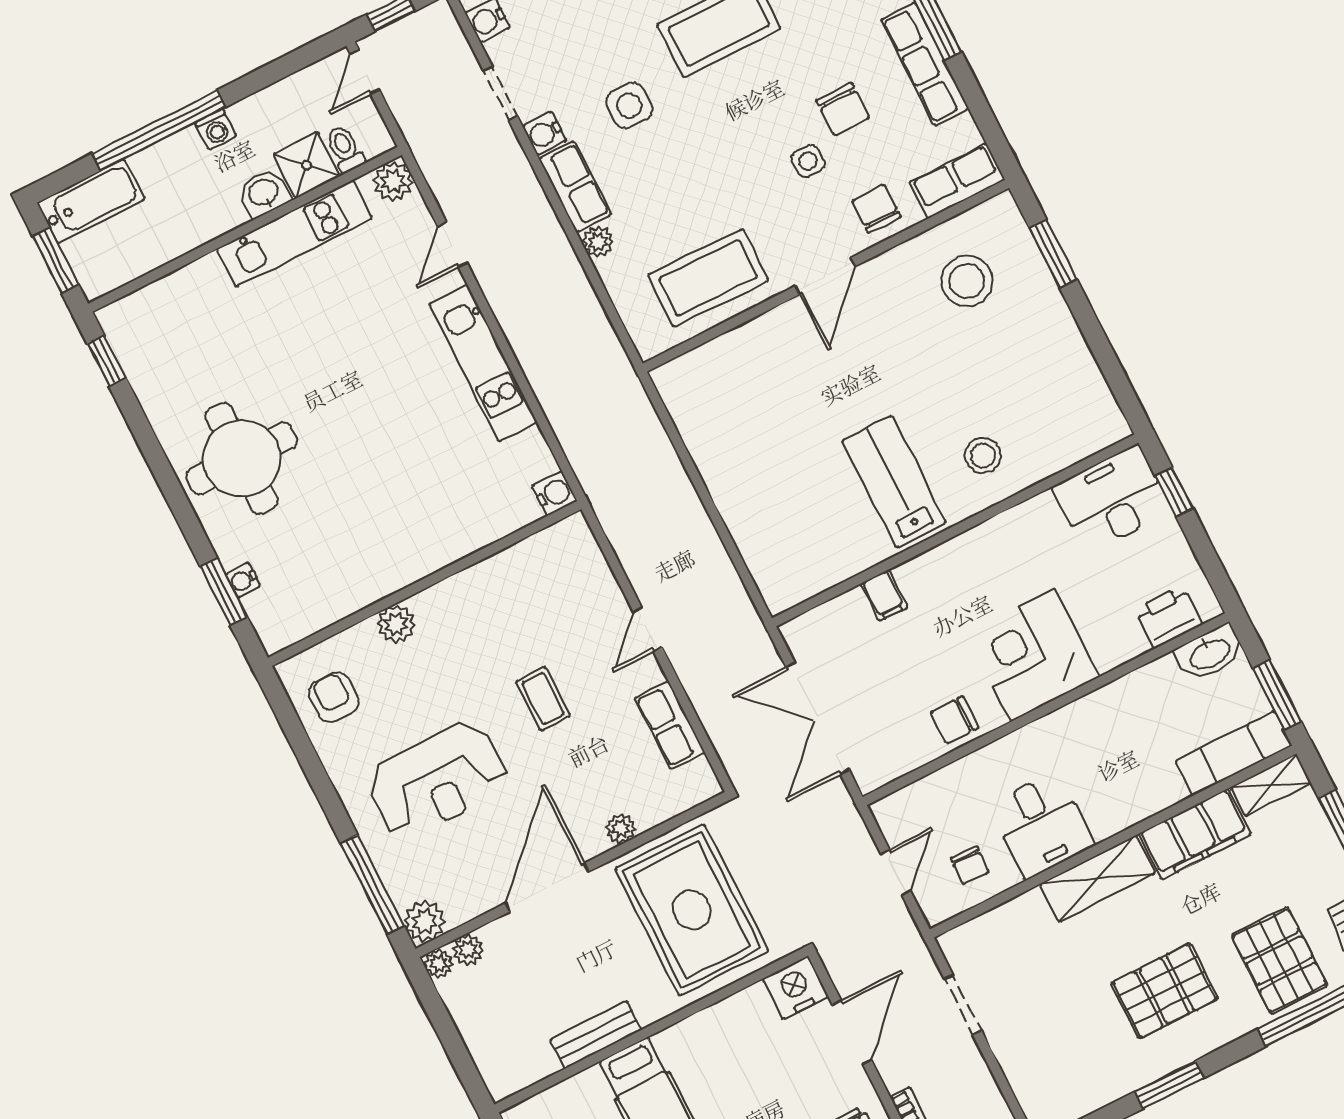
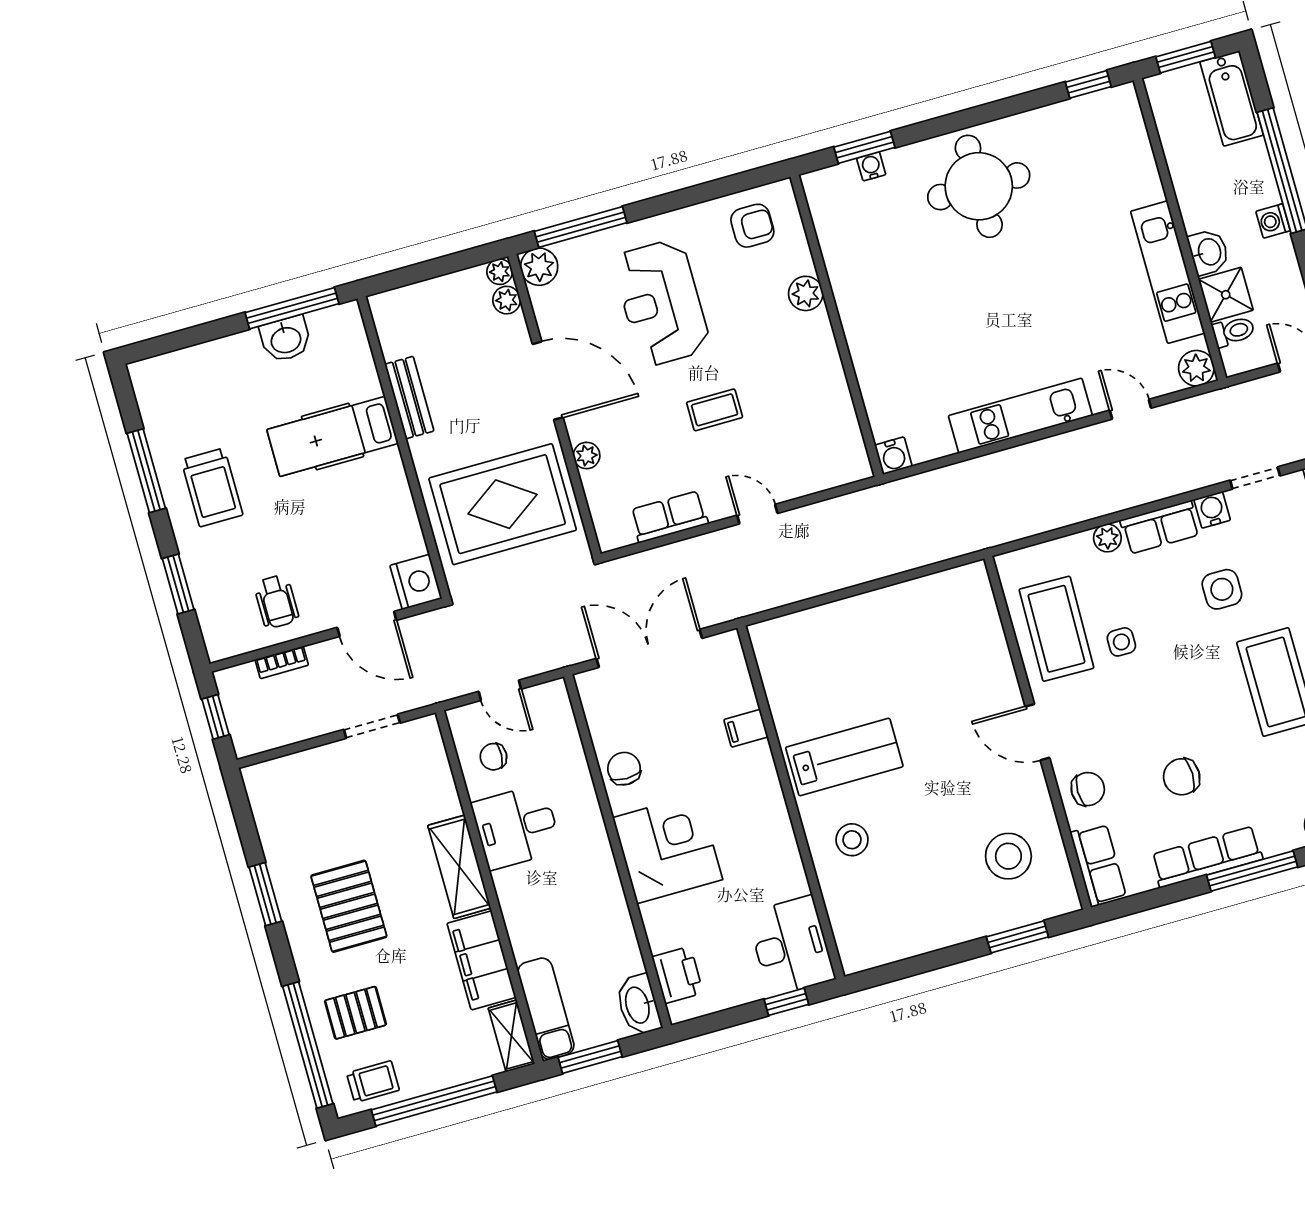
side table: (808, 161) -> (1121, 642), moved
pallet: (1279, 961) -> (355, 1013), width x0.67, depth x0.71

